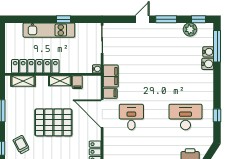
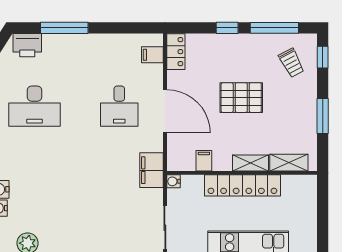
locker: (35, 66) -> (242, 185), moved
shelving: (60, 81) -> (251, 163), moved
filing cabinet: (110, 93) -> (152, 55), moved
pallet: (53, 122) -> (241, 98), width x0.73, depth x0.71

